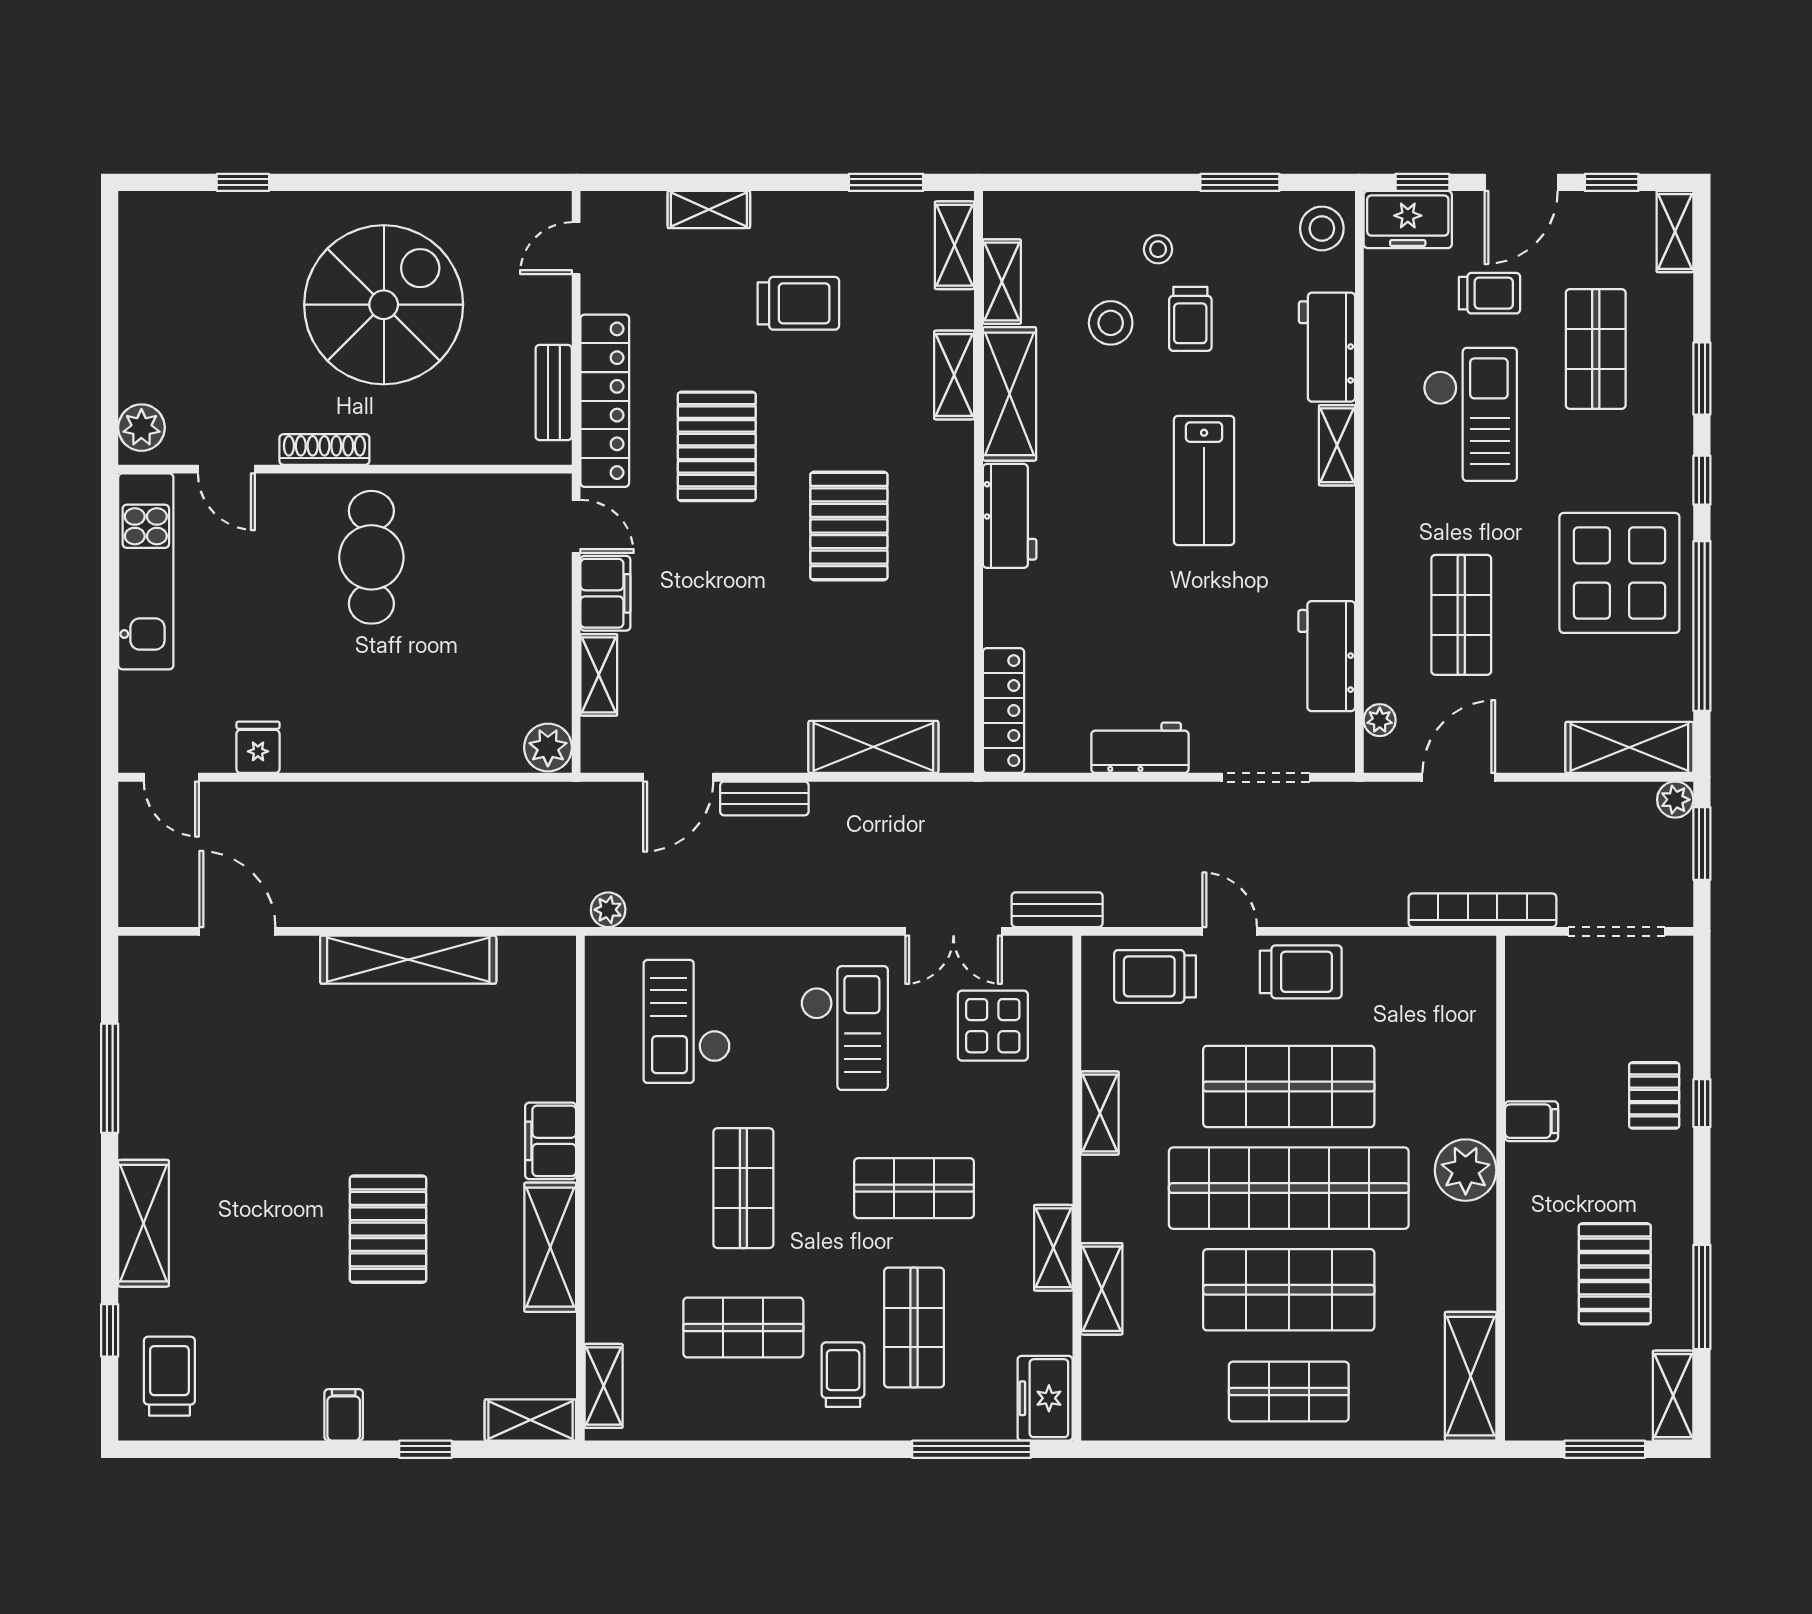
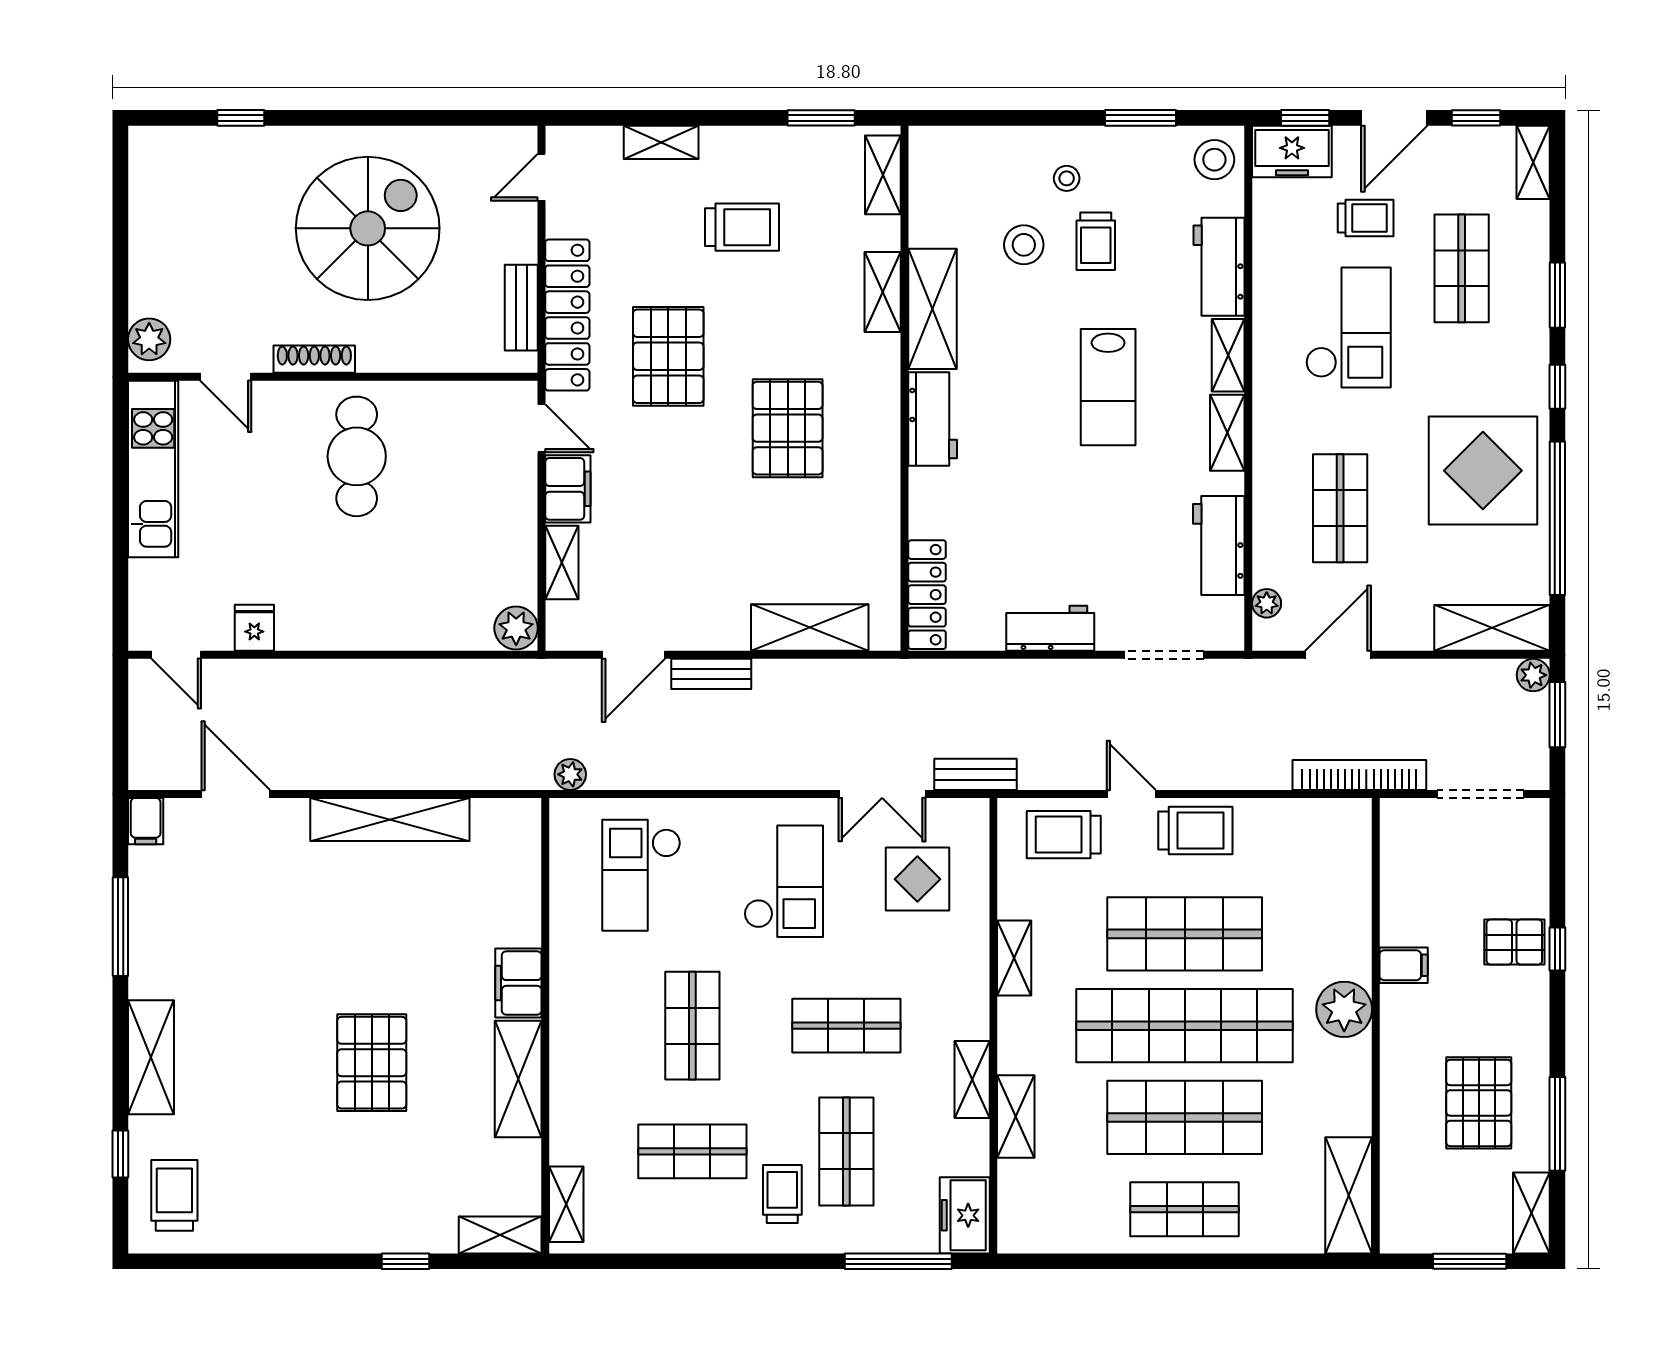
shelving: (1002, 282) -> (1227, 433), moved
pallet: (1654, 1095) -> (1514, 942), turned 90
filing cabinet: (344, 1415) -> (146, 821), moved, turned 180

